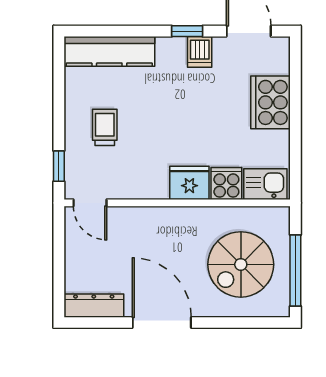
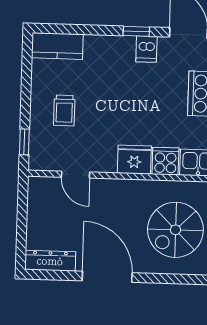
kitchen counter: (109, 51) -> (57, 46), width x0.67
trolley: (105, 127) -> (64, 110), turned 180
door: (90, 203) -> (75, 175), moved

